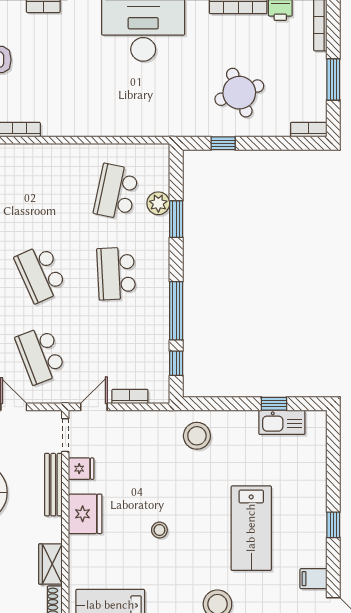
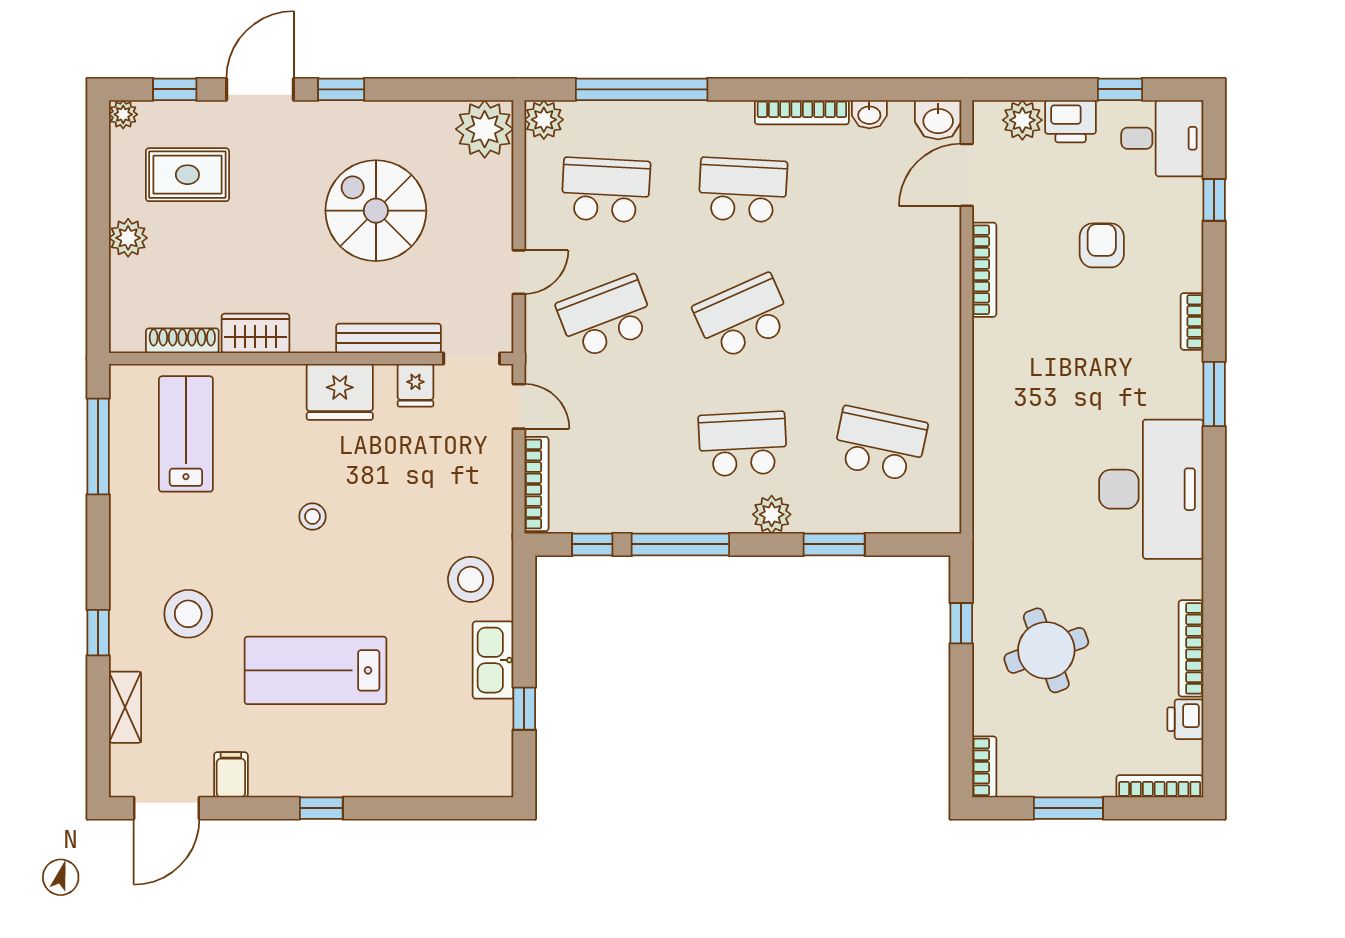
plant: (158, 203) -> (772, 514), moved
bookcase: (130, 397) -> (536, 484), width x1.56
kitchen sink: (282, 422) -> (493, 660), moved

